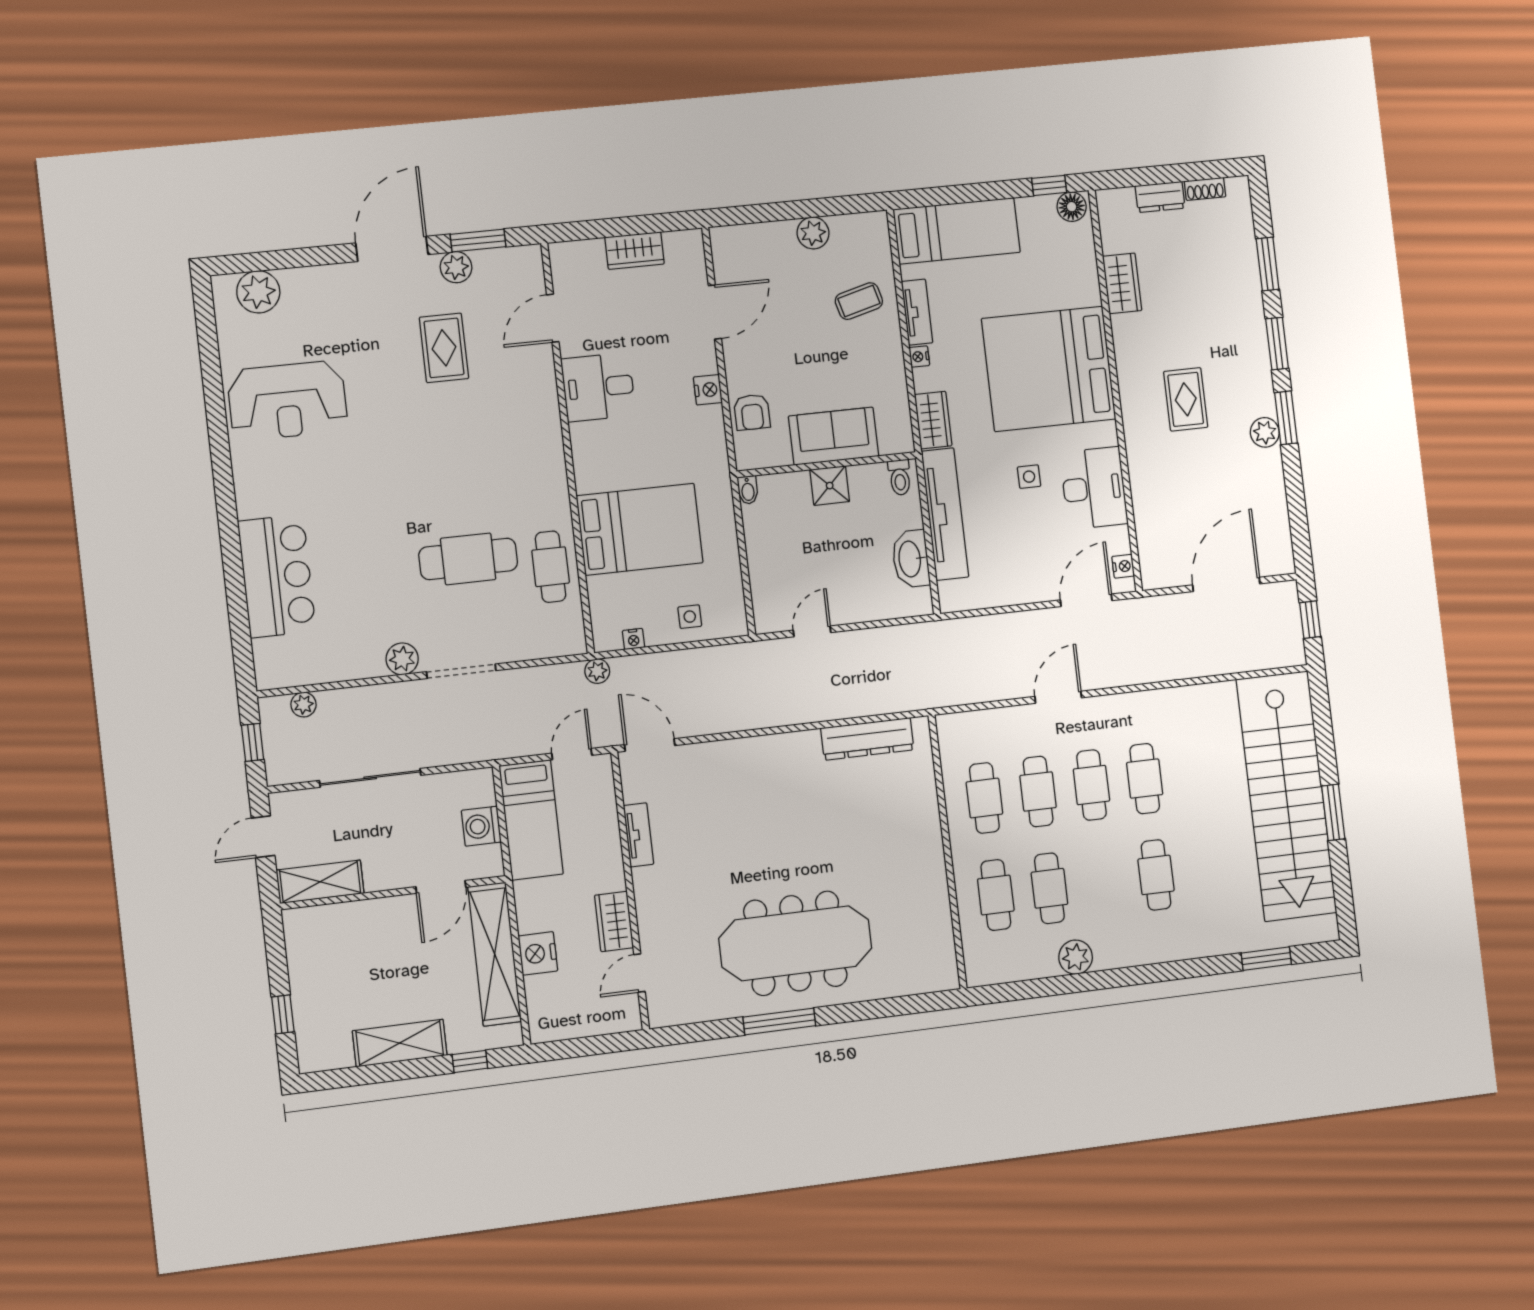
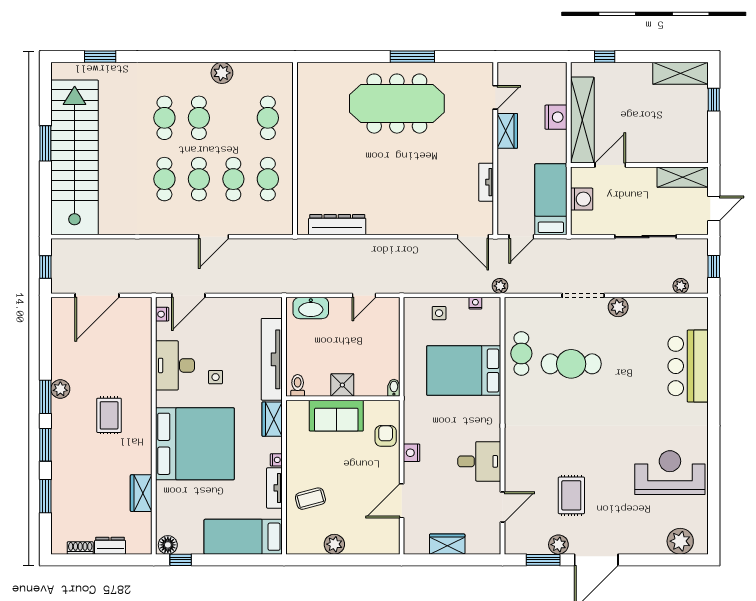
washbasin: (911, 559) -> (311, 308), moved, turned 90
cafe table: (1049, 888) -> (199, 118), moved
shelving: (400, 1043) -> (681, 73), moved

